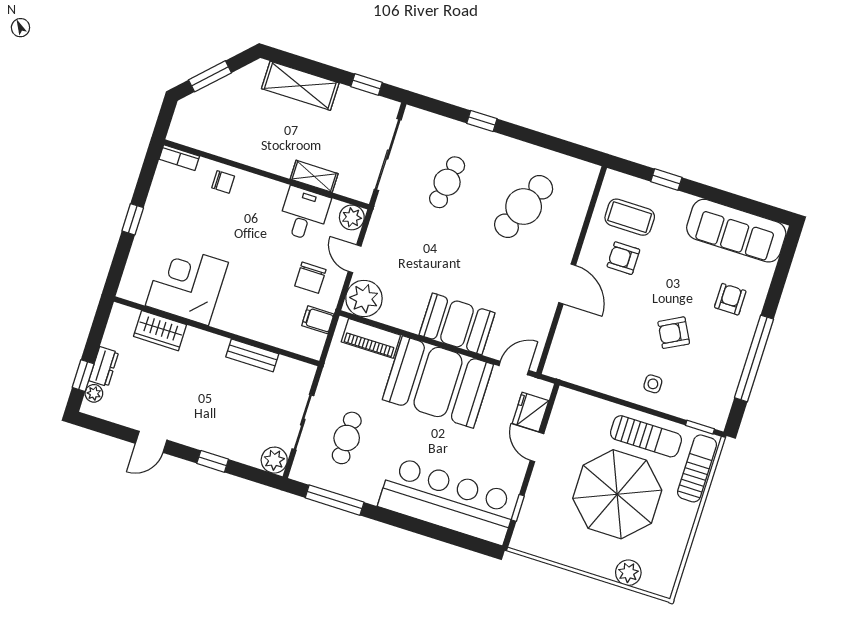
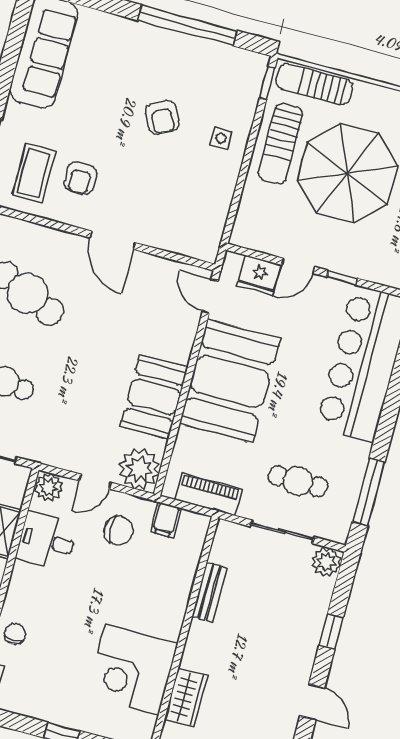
door: (567, 284) -> (113, 240), swing flipped
armchair: (730, 299) -> (121, 55), removed
booth: (457, 324) -> (154, 397), moved
piano: (371, 338) -> (209, 494), moved, turned -90
sun lounger: (646, 436) -> (281, 143), turned 180
window: (518, 508) -> (342, 278), moved

